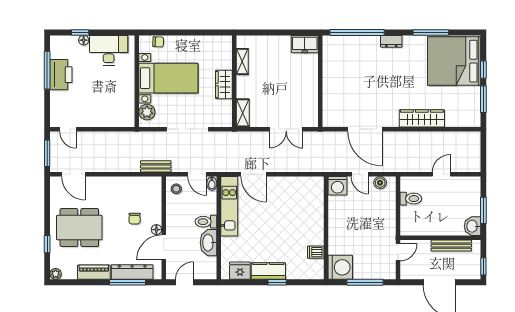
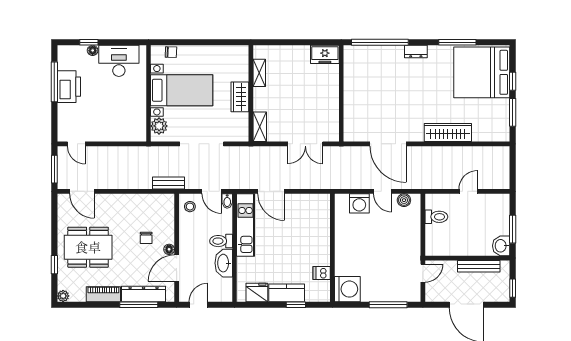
wall: (326, 228) -> (332, 248), moved
dishwasher: (316, 252) -> (322, 273), moved
washing machine: (340, 267) -> (347, 289), moved

